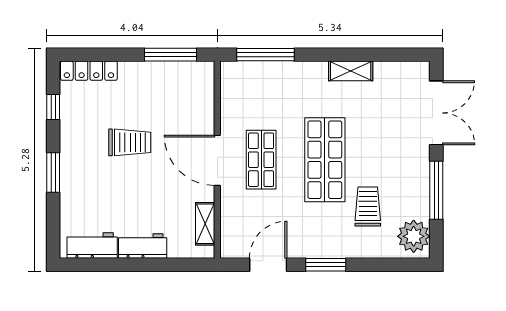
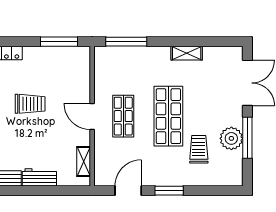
door: (217, 160) -> (92, 117), width x0.73
plant: (414, 236) -> (231, 138), moved

